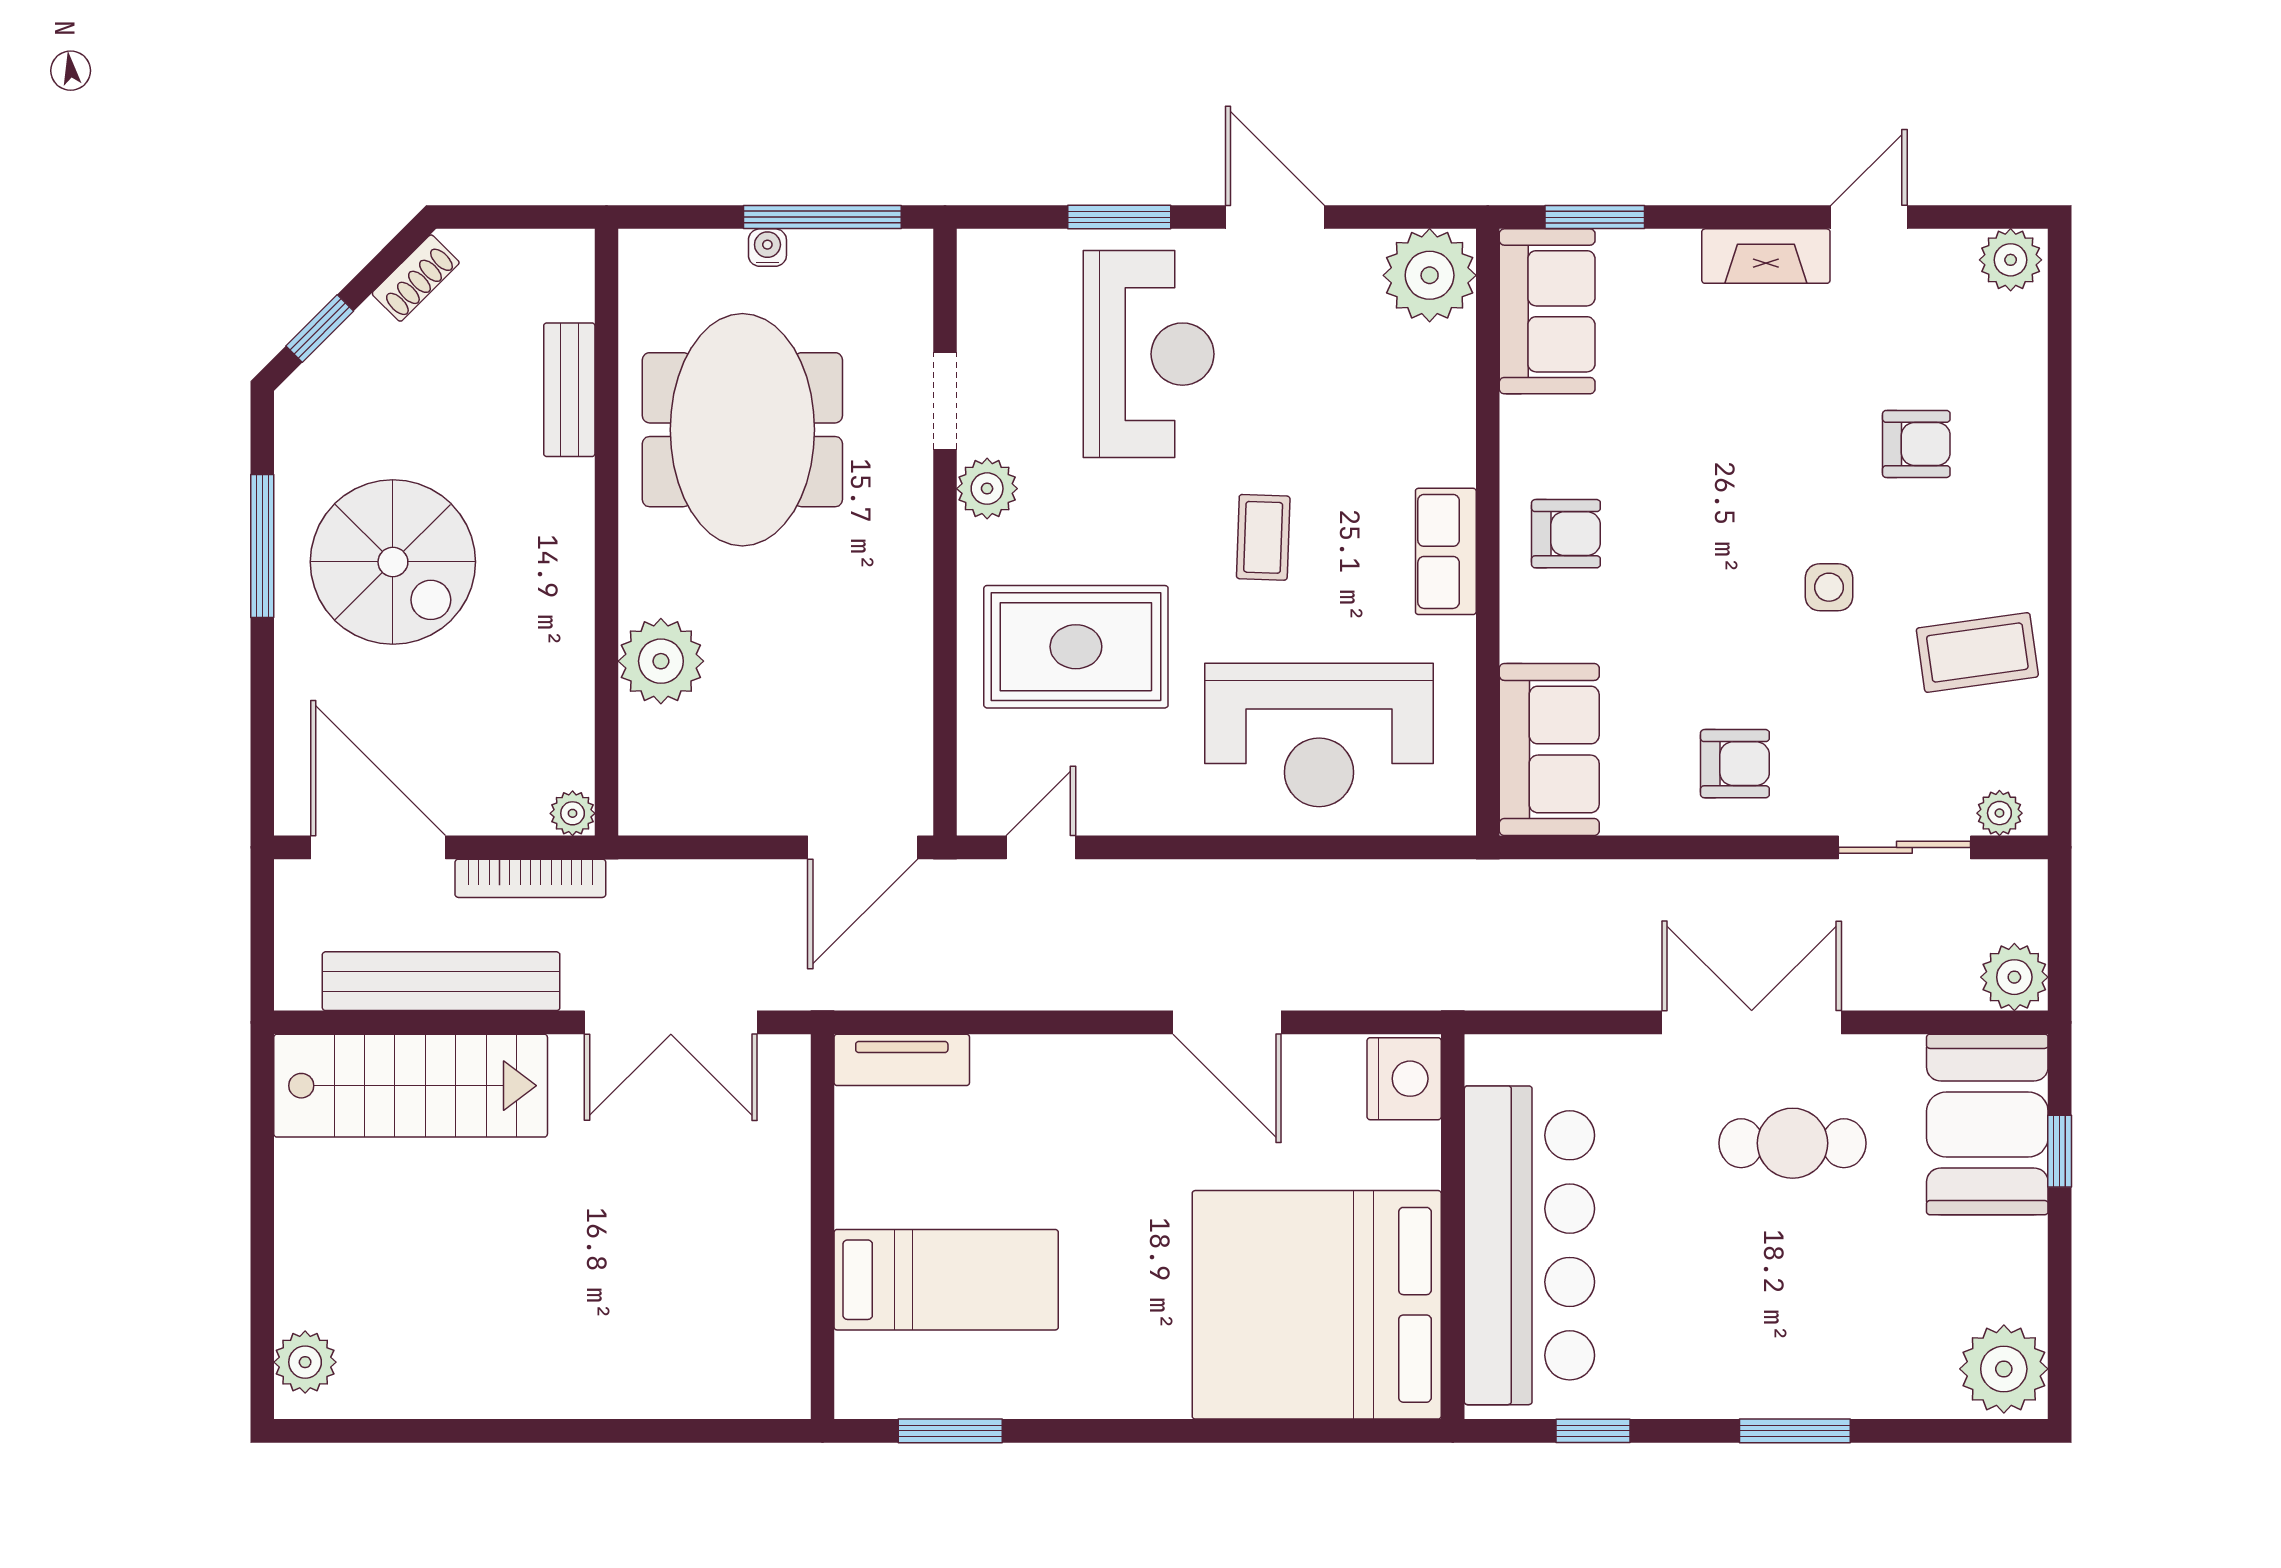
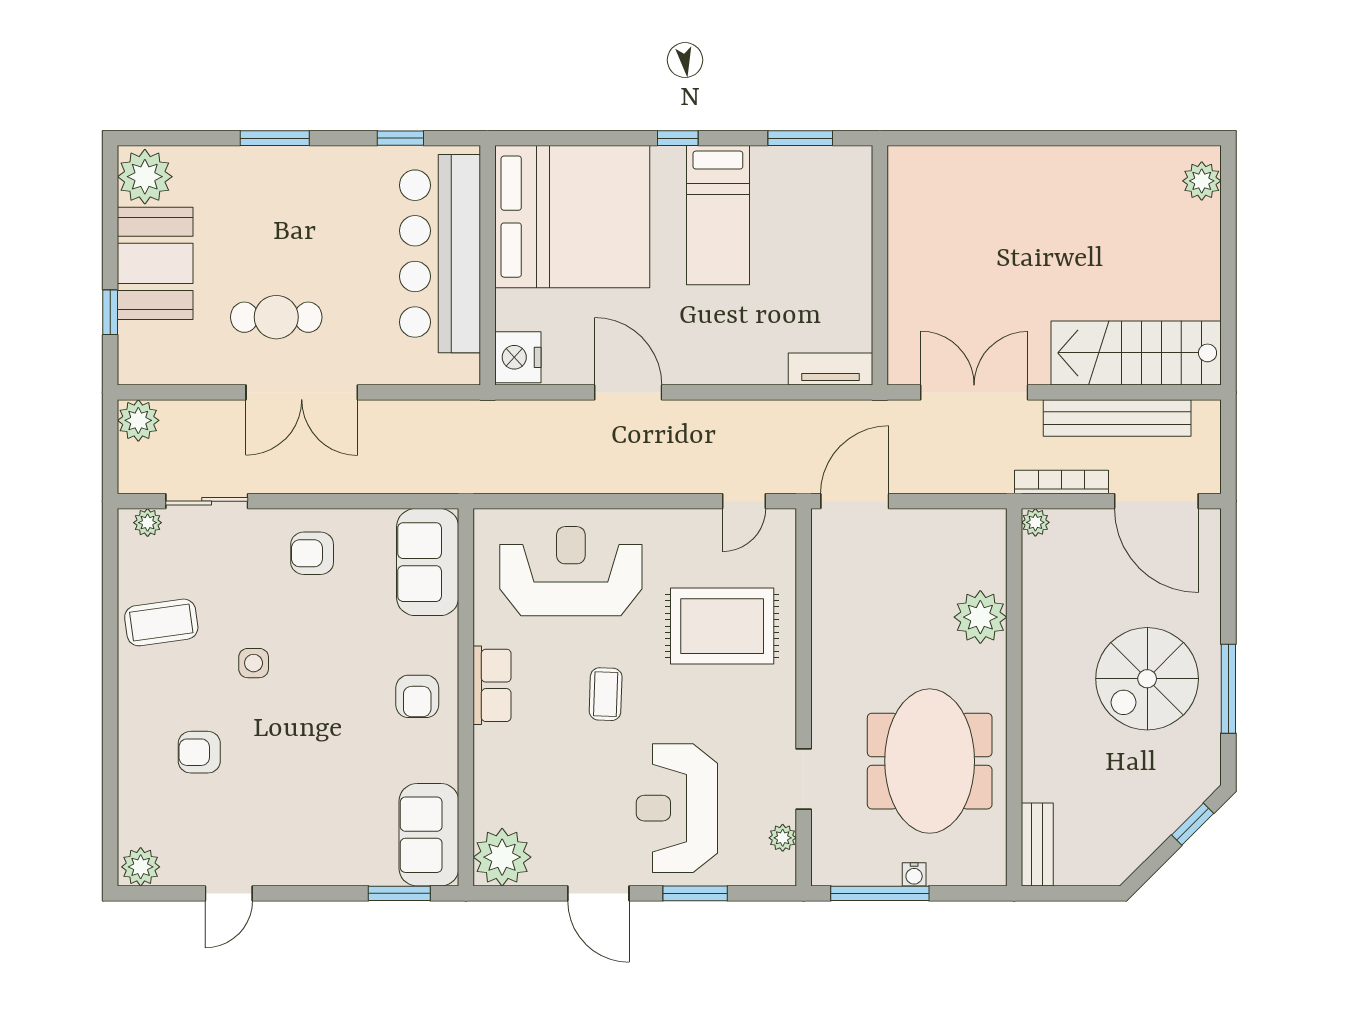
fireplace: (1766, 256) -> (293, 869), removed
shoe rack: (416, 278) -> (1133, 855), removed
bench: (569, 390) -> (1037, 844), moved
plant: (987, 489) -> (783, 838), moved, width x0.73, depth x0.73
armchair: (1566, 534) -> (417, 696), turned -90
spiral stairs: (393, 562) -> (1147, 679), turned -90
booth: (1987, 1124) -> (155, 263), moved
bed: (946, 1280) -> (718, 215), moved, turned -90
window: (1147, 1431) -> (678, 138), added

